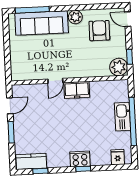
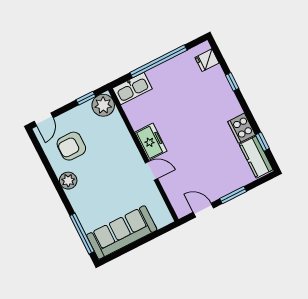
sofa: (42, 23) -> (122, 232), moved, turned -90
kitchen sink: (123, 117) -> (132, 89), moved
cooker: (80, 159) -> (242, 128), moved
window: (83, 169) -> (232, 82), moved

